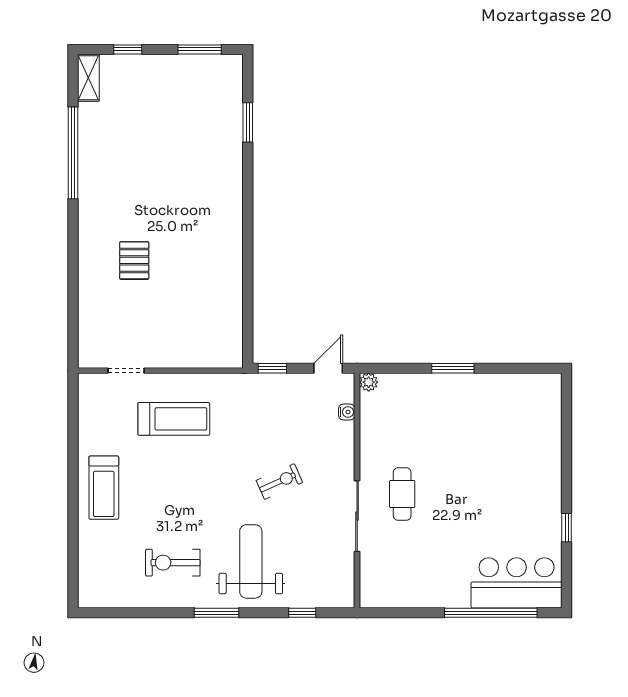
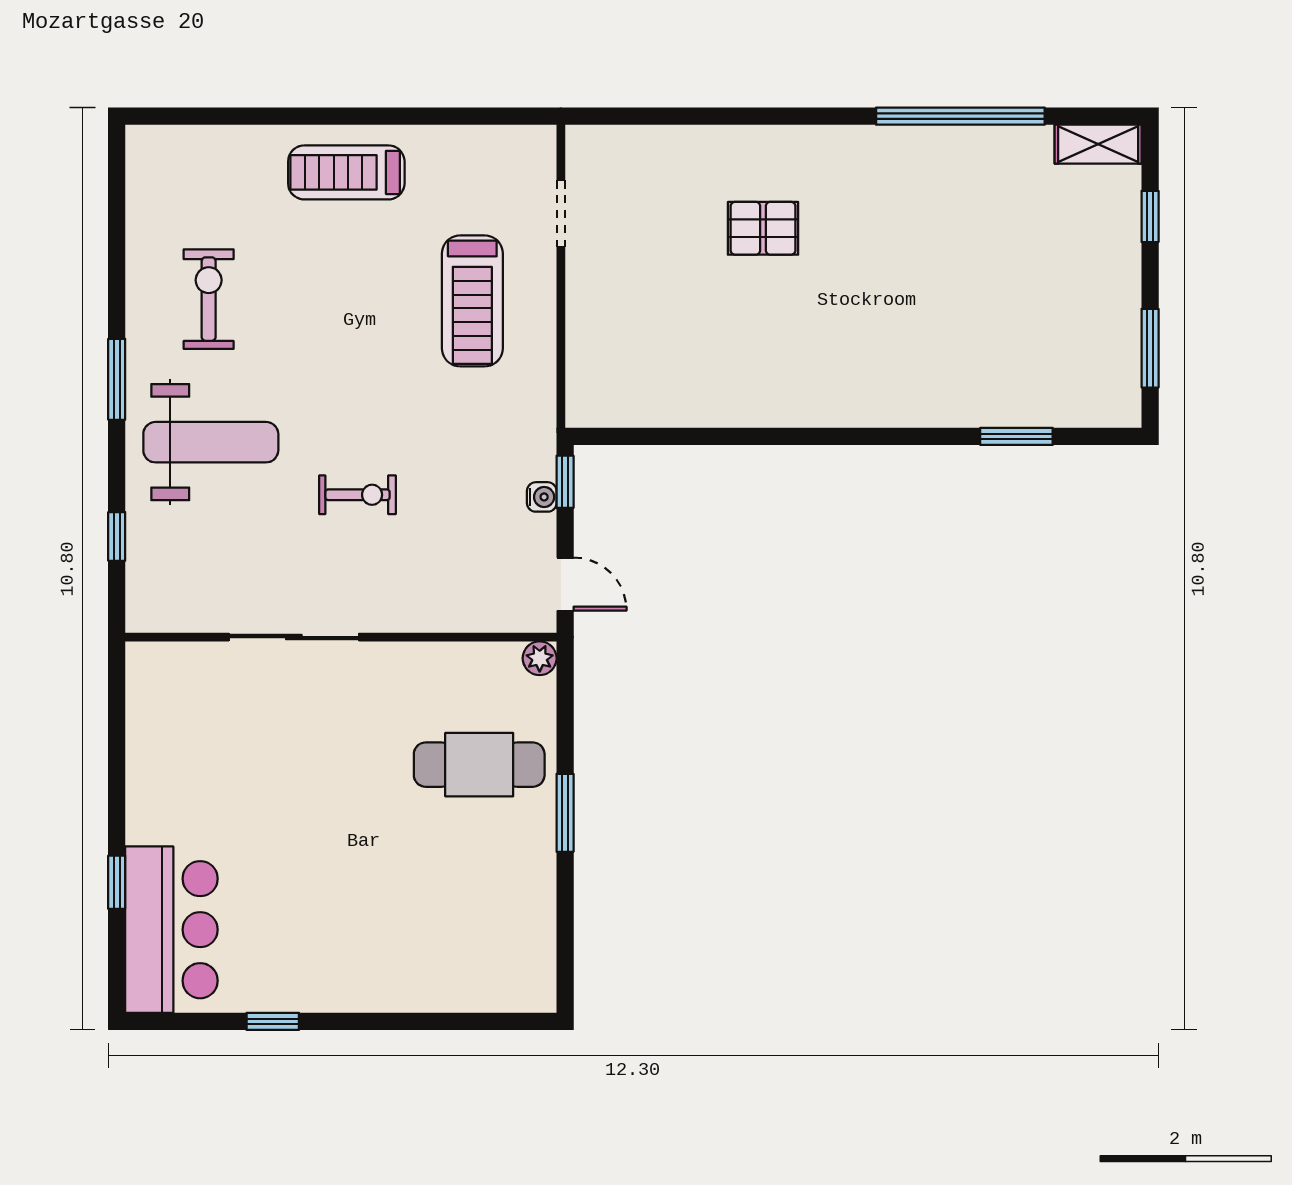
water cooler: (347, 412) -> (542, 497), moved, turned -90
exercise bike: (279, 481) -> (358, 495), turned -66
cafe table: (402, 494) -> (479, 765), moved, width x1.37, depth x1.35
window: (491, 613) -> (117, 882), width x0.32

